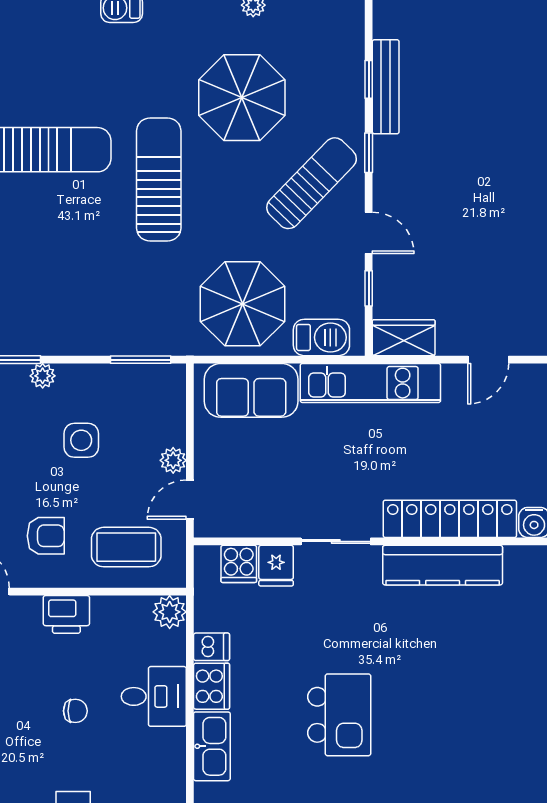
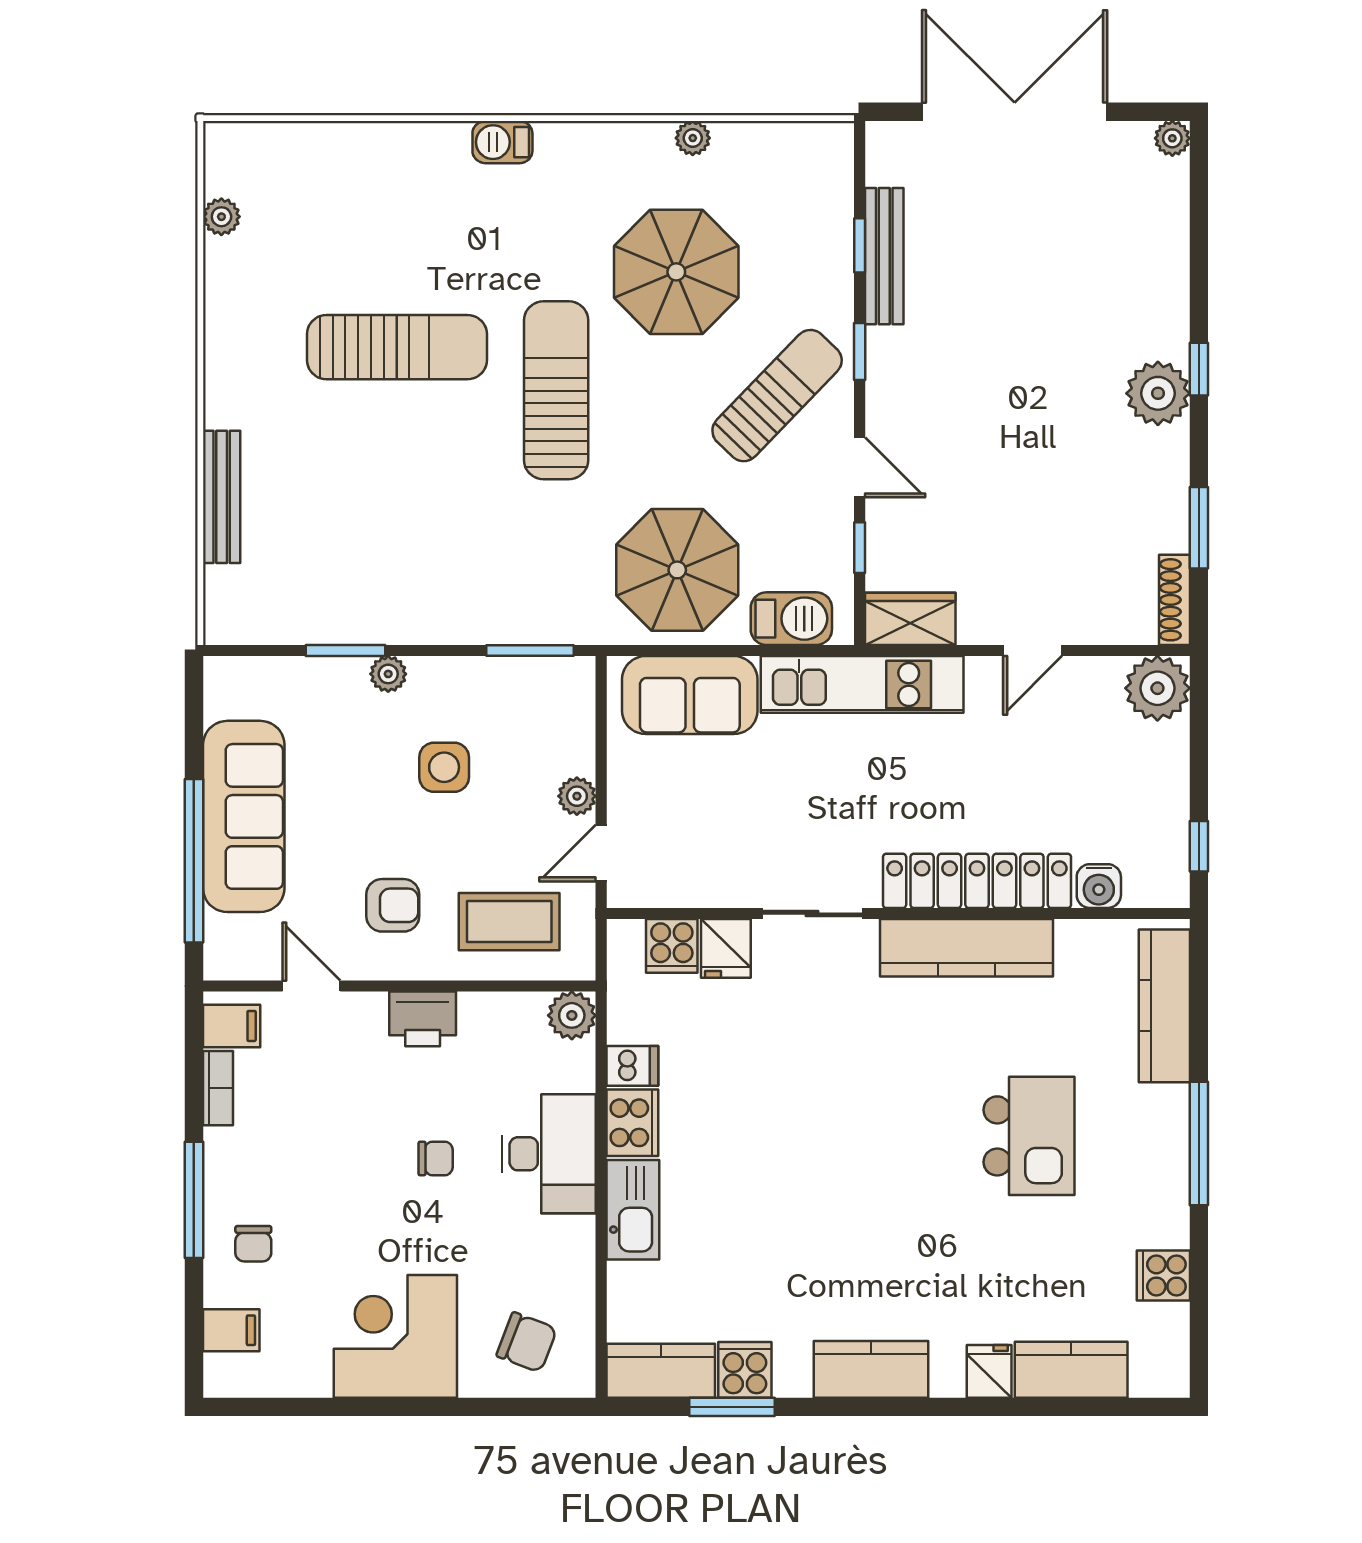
desk: (154, 696) -> (549, 1154), width x1.37
kitchen island: (339, 715) -> (1029, 1136), moved

